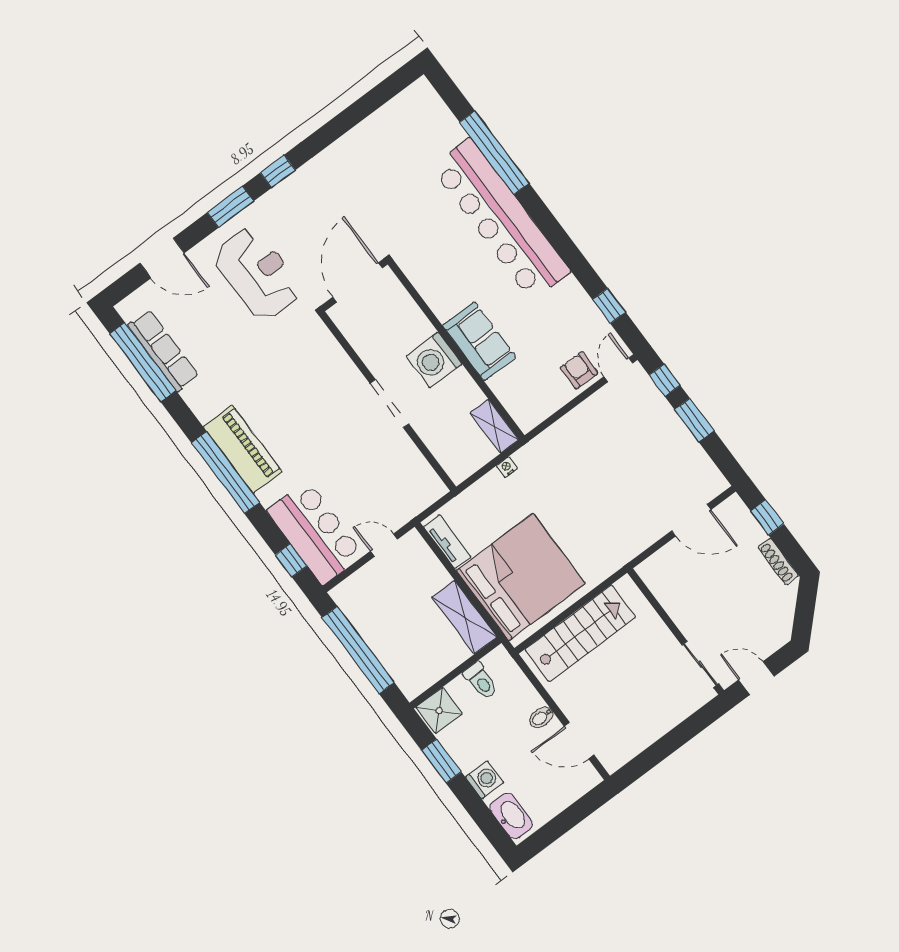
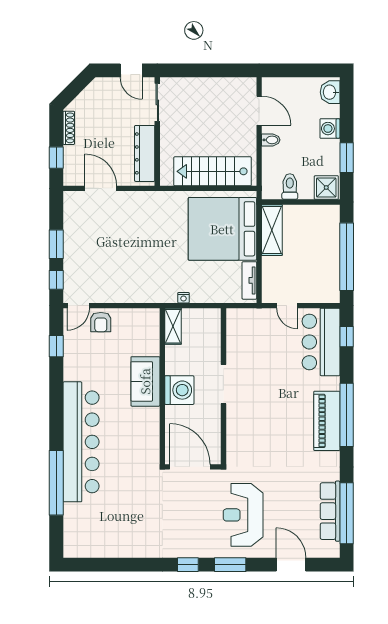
door: (358, 283) -> (190, 467), swing flipped
dresser: (671, 596) -> (145, 153), added
washbasin: (511, 816) -> (330, 92), width x0.72

